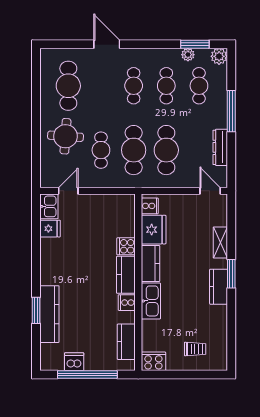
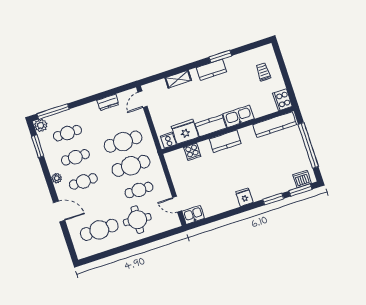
door: (107, 44) -> (59, 211), swing flipped
plant: (188, 55) -> (57, 178), moved
window: (231, 111) -> (53, 111), moved
dresser: (220, 147) -> (108, 102), width x0.70
fridge: (50, 229) -> (244, 197), moved
cooker: (126, 246) -> (192, 152), moved
window: (231, 274) -> (220, 56), moved
cooker: (127, 303) -> (245, 134), removed
kitchen counter: (49, 314) -> (273, 188), removed
kitchen counter: (126, 342) -> (275, 125), width x1.50
window: (36, 347) -> (301, 190), added
dishwasher: (74, 362) -> (302, 179), moved, turned 90

